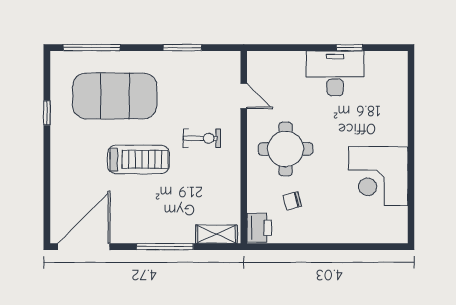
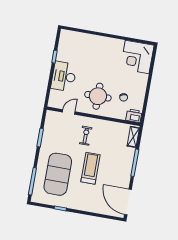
desk: (335, 73) -> (64, 76), moved
corner desk: (378, 176) -> (137, 57), moved, turned 90

